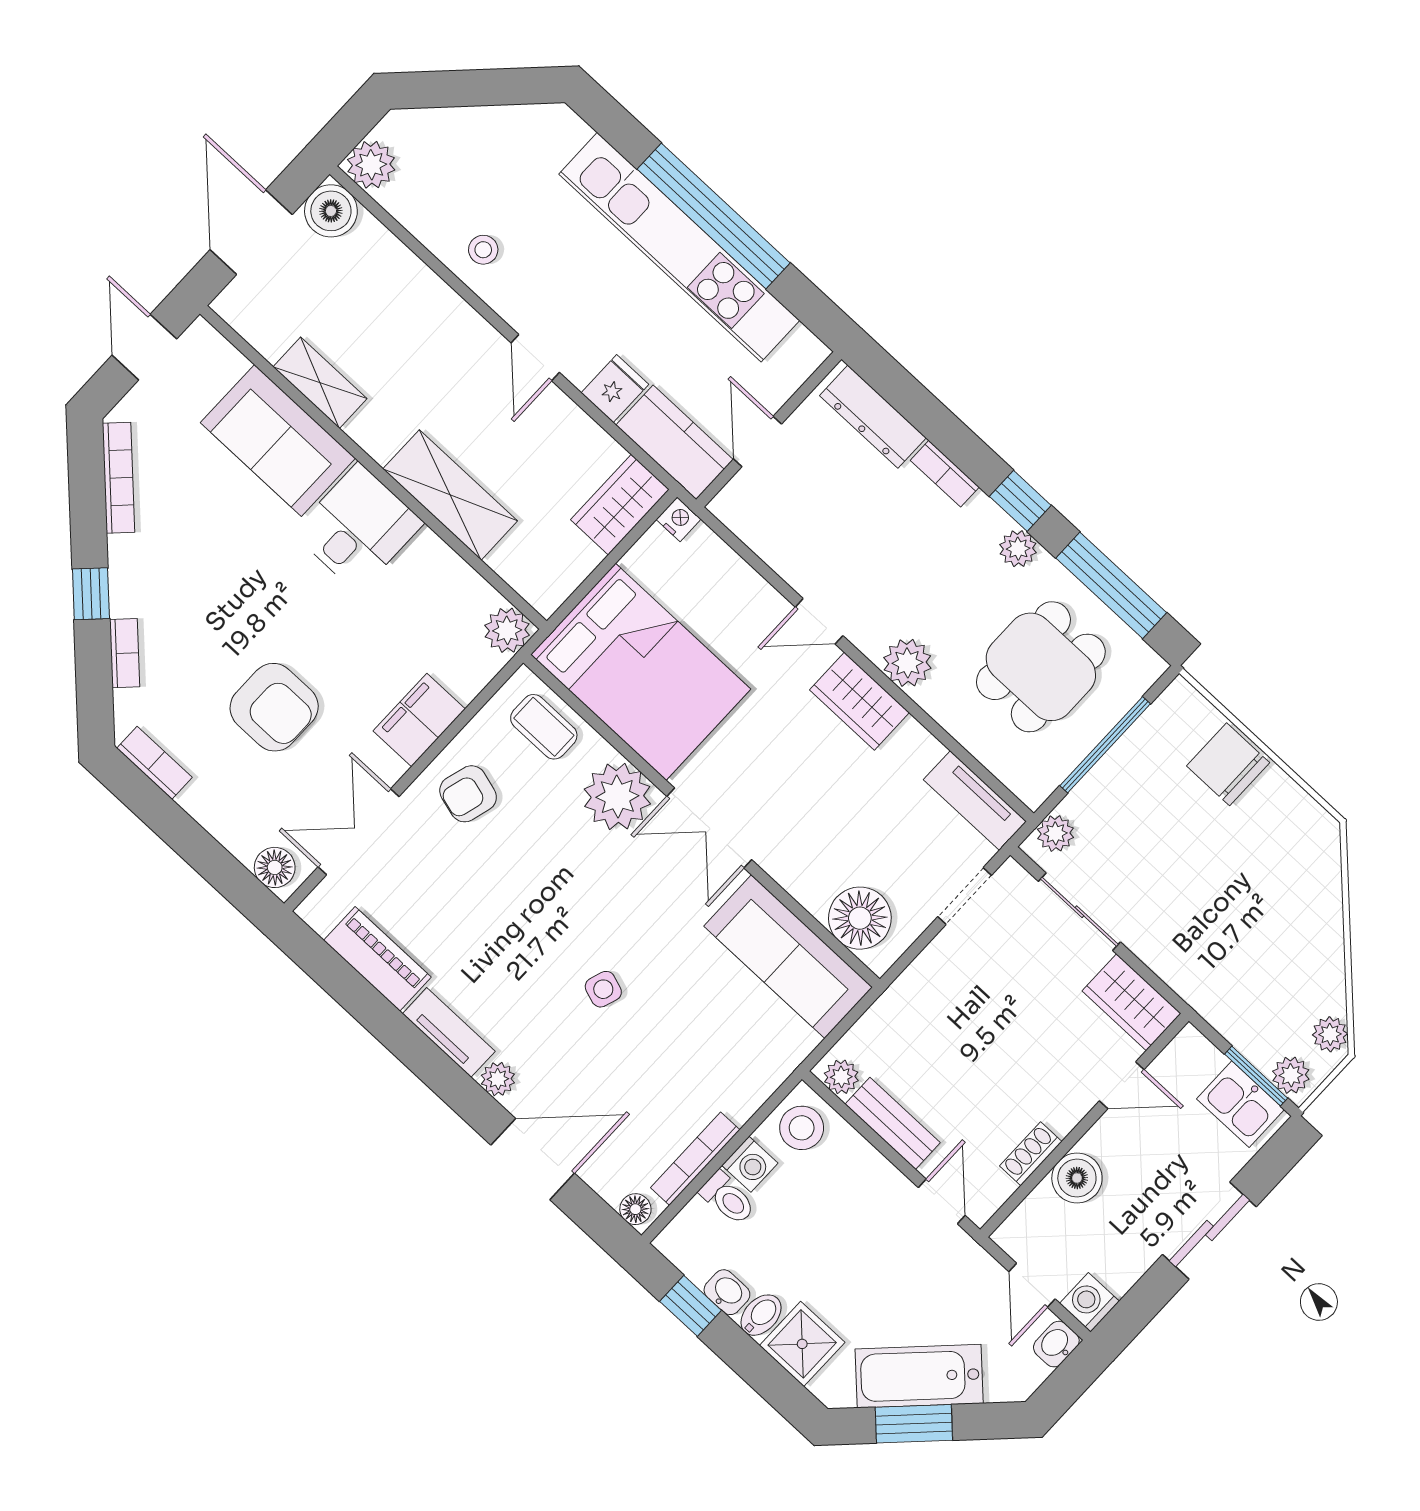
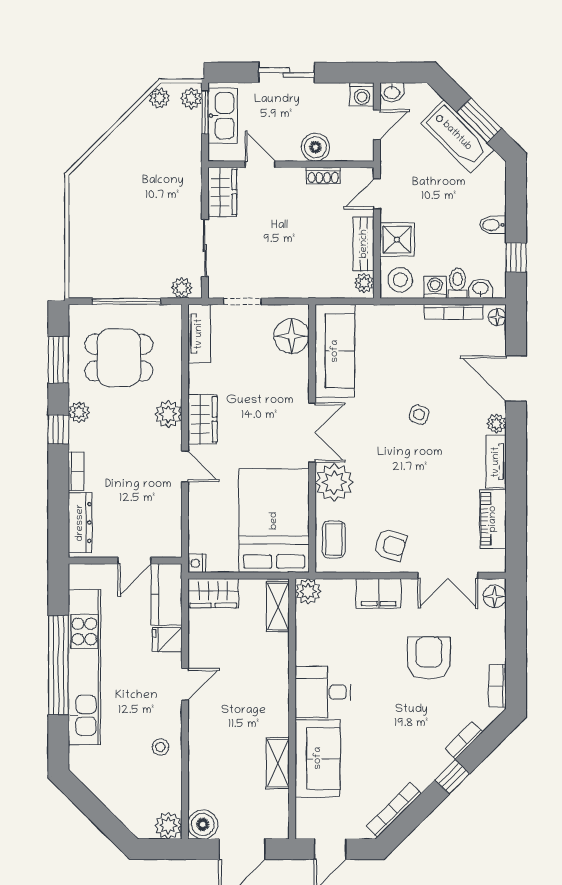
shelving: (450, 495) -> (278, 607), moved, width x0.67, depth x0.75
window: (1111, 585) -> (58, 360), width x0.69
chair: (1228, 764) -> (87, 243), removed
kitchen sink: (1240, 1104) -> (223, 116), width x1.38
washbasin: (727, 1292) -> (481, 289), moved, turned 90
shower: (802, 1344) -> (397, 240), moved

